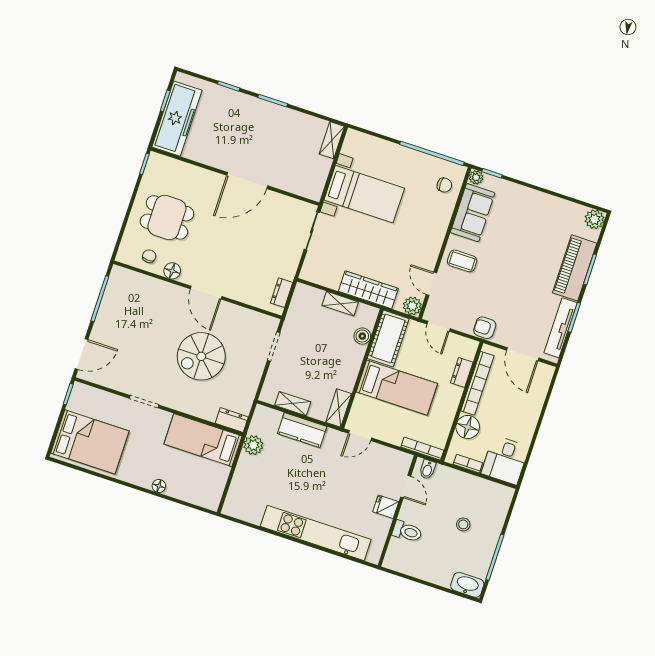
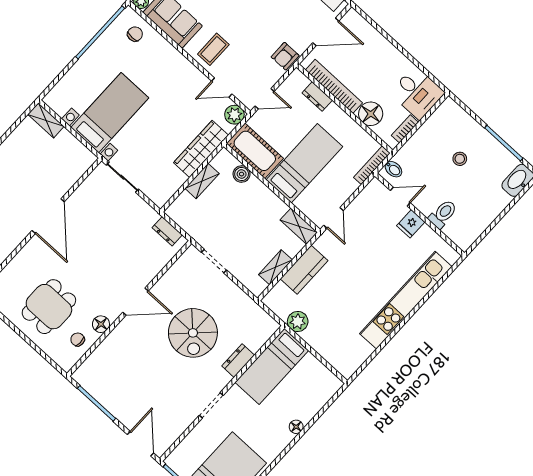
dresser: (232, 420) -> (238, 361), moved

